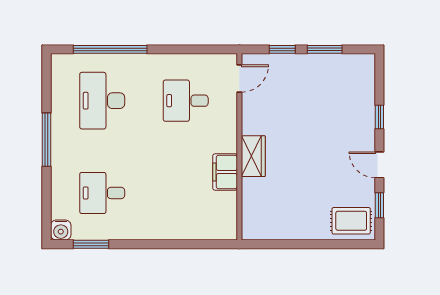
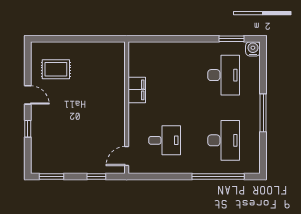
window: (325, 49) -> (51, 177), moved
wardrobe: (253, 156) -> (117, 101), removed
desk: (102, 193) -> (224, 75), width x1.37
window: (379, 205) -> (28, 66), removed
rug: (351, 221) -> (56, 69), moved

